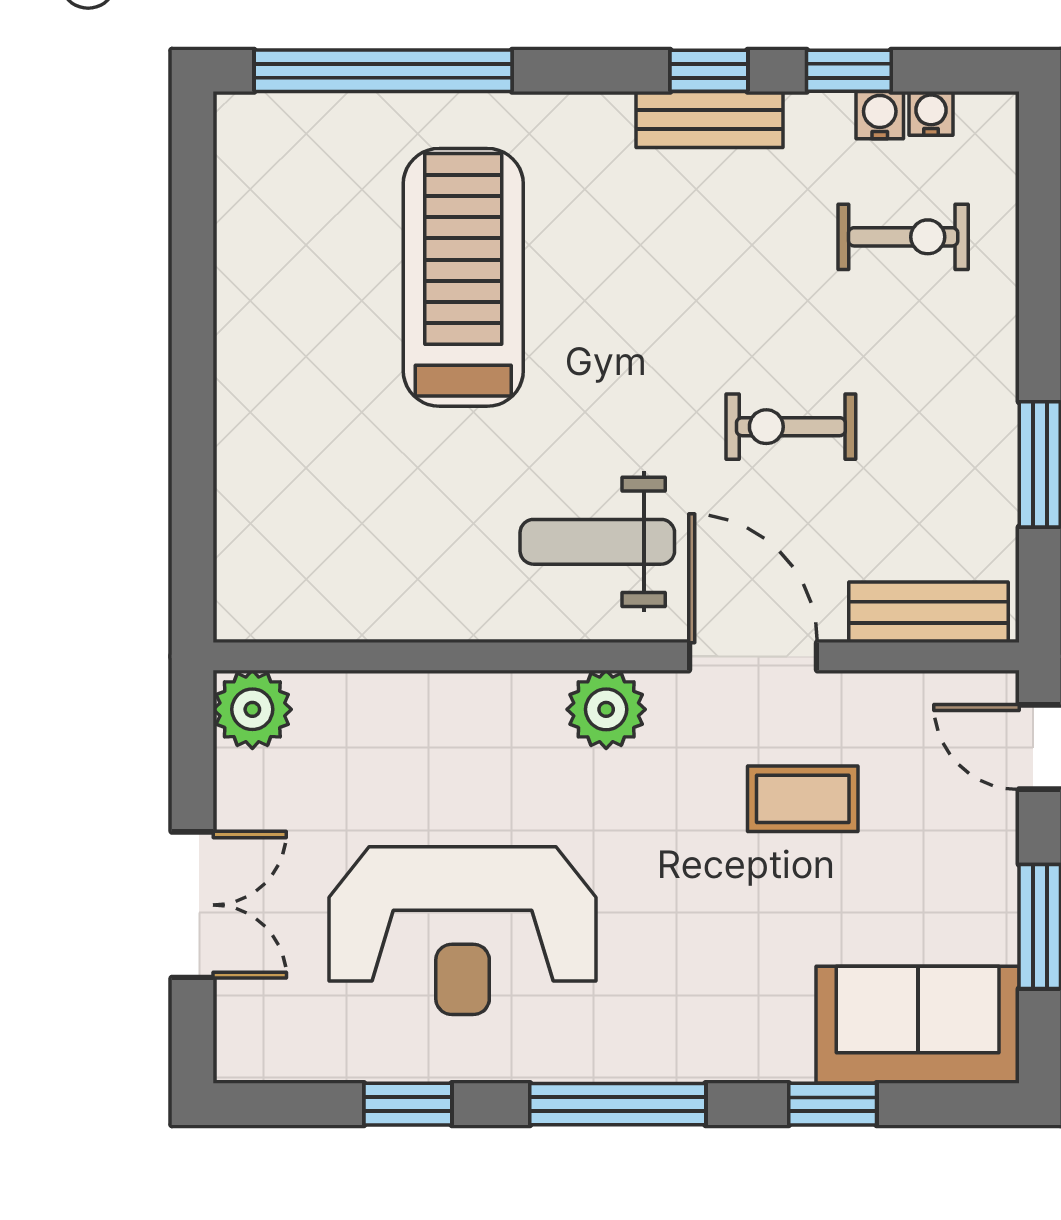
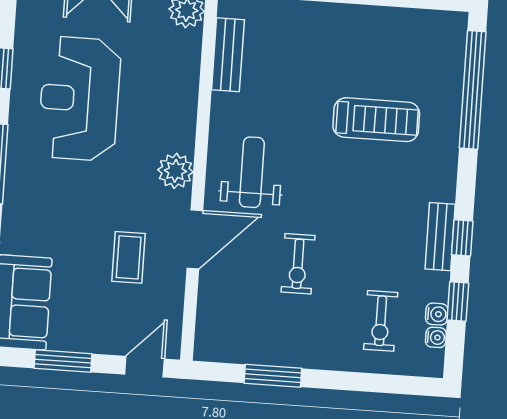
treadmill: (463, 277) -> (376, 120), width x0.73, depth x0.73
exercise bike: (791, 427) -> (298, 264), turned 180
bench: (928, 612) -> (228, 55), moved

